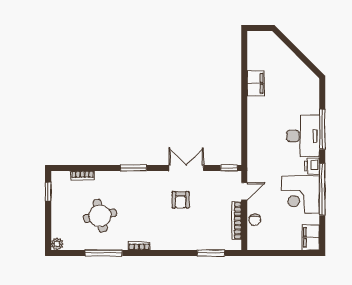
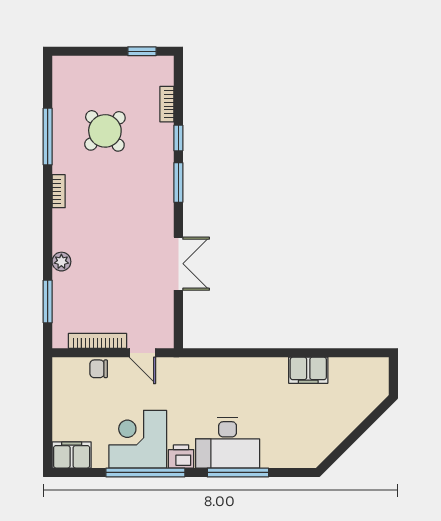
window: (229, 168) -> (178, 138), moved
armchair: (181, 200) -> (129, 255), removed
round table: (100, 216) -> (105, 131), turned -31
plant: (57, 244) -> (61, 262), moved

